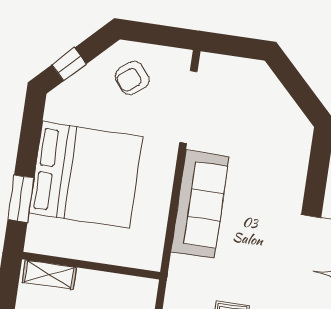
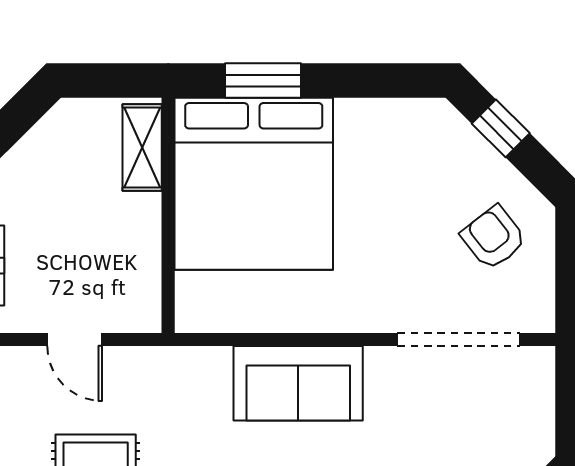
bed: (86, 175) -> (254, 184), moved
sofa: (200, 204) -> (298, 383), width x0.73

